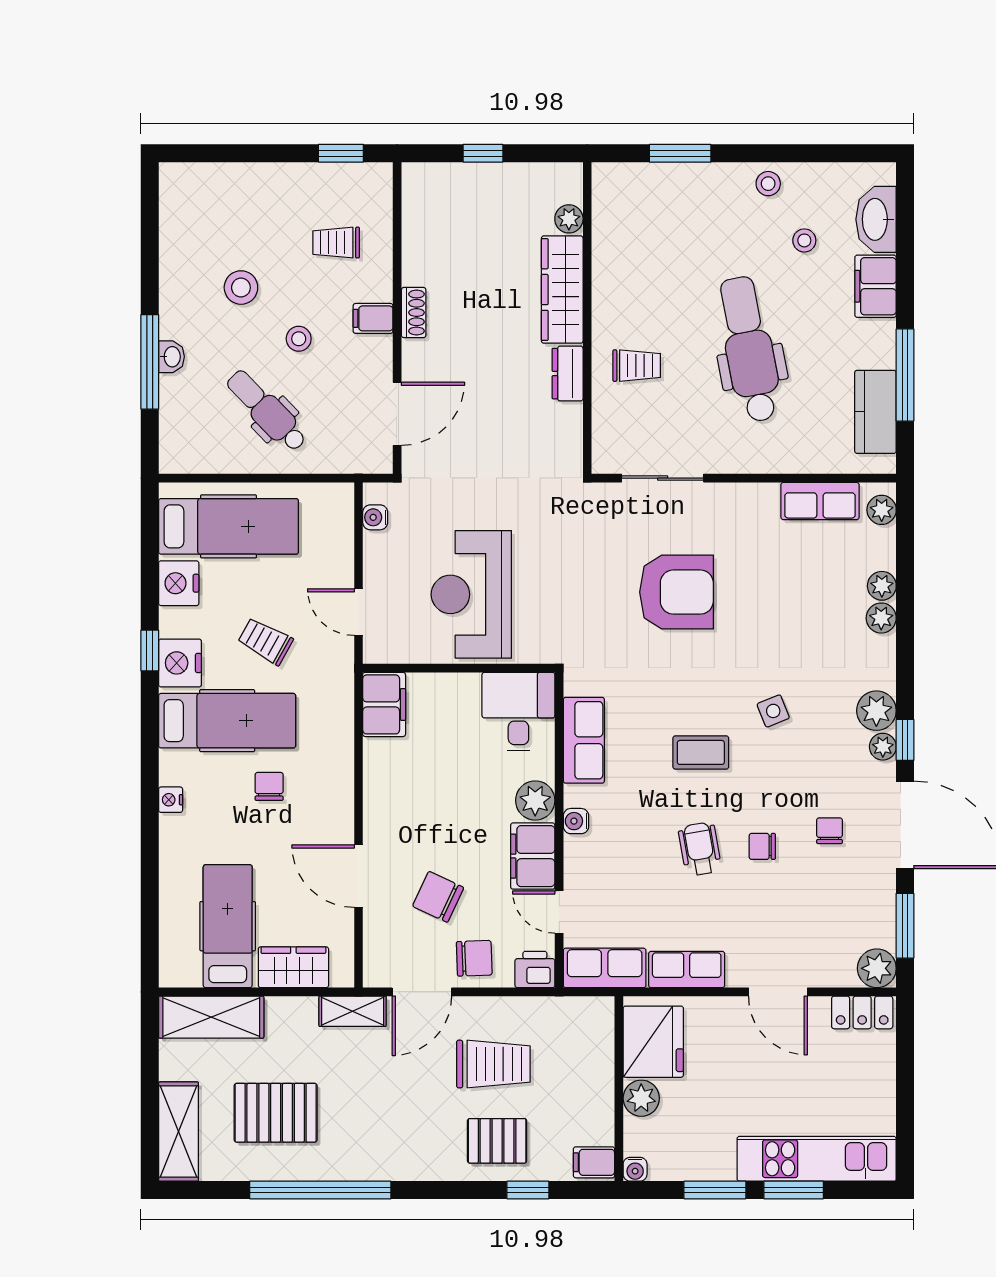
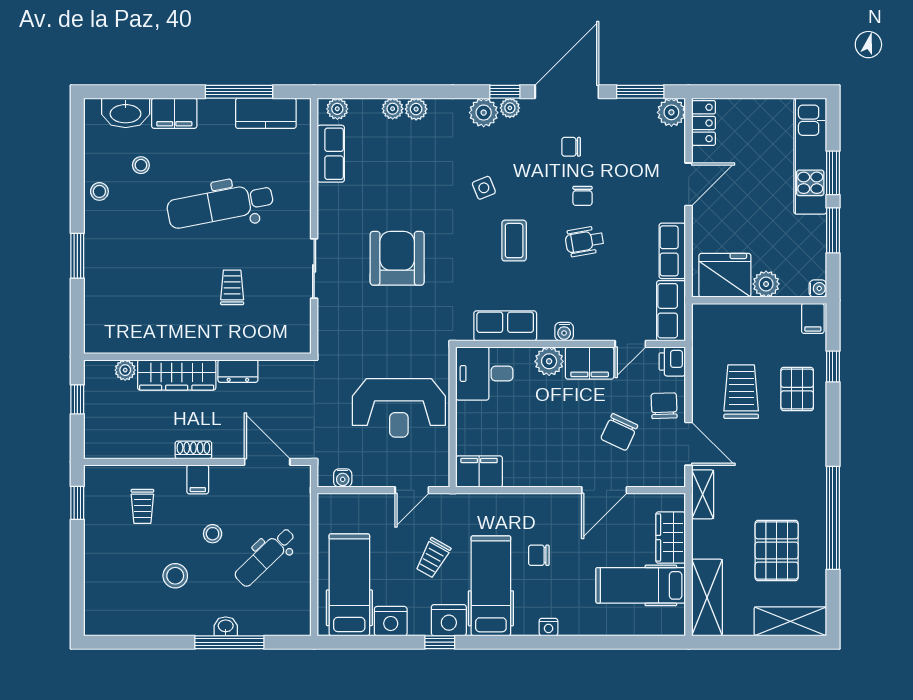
plant: (569, 219) -> (125, 370), moved
wardrobe: (562, 290) -> (177, 375), moved
wall: (587, 318) -> (197, 357), moved
dresser: (568, 374) -> (238, 371), moved

